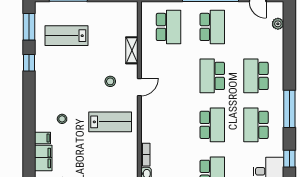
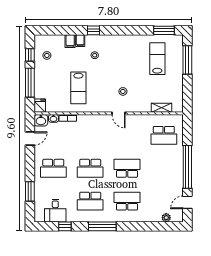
school desk: (212, 27) -> (164, 168), removed
shelving: (132, 50) -> (162, 108), moved
window: (29, 63) -> (93, 30), moved
lab bench: (110, 122) -> (78, 88), moved
school desk: (256, 125) -> (90, 201), turned 180
filing cabinet: (43, 158) -> (70, 41), width x0.50

